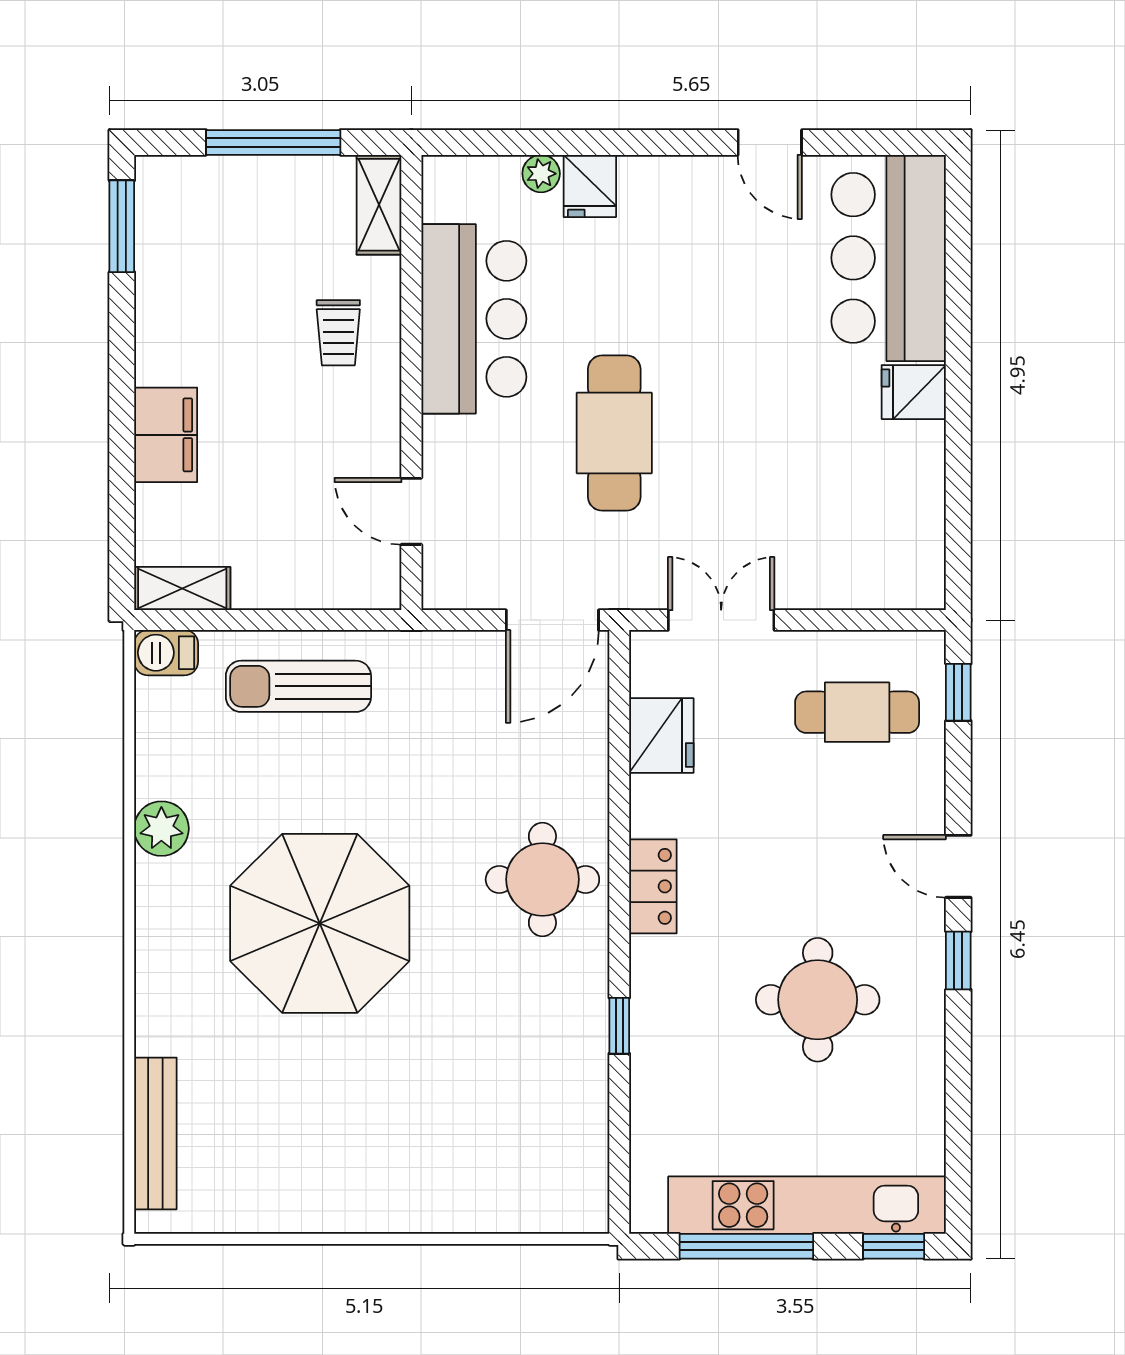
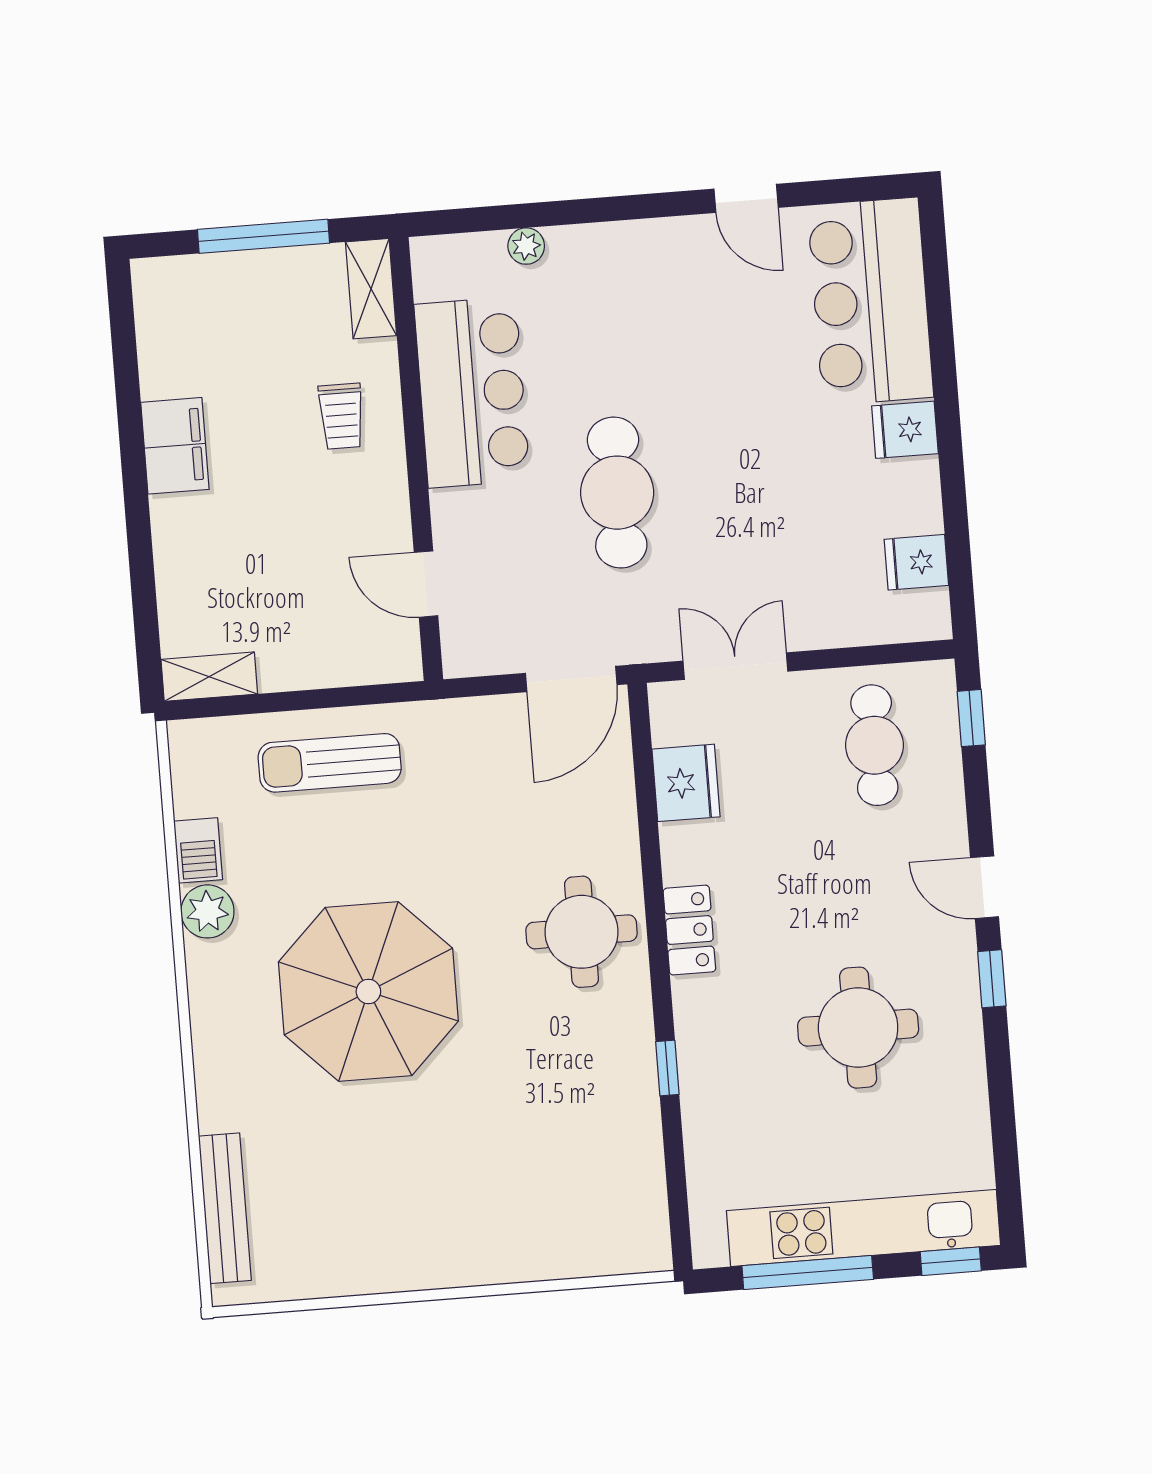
fridge: (590, 186) -> (916, 562), moved, turned 90
window: (122, 226) -> (123, 329), removed
filing cabinet: (166, 435) -> (175, 446), moved
barbecue: (166, 653) -> (198, 850), moved, turned -90
cafe table: (857, 712) -> (874, 745), turned 90

